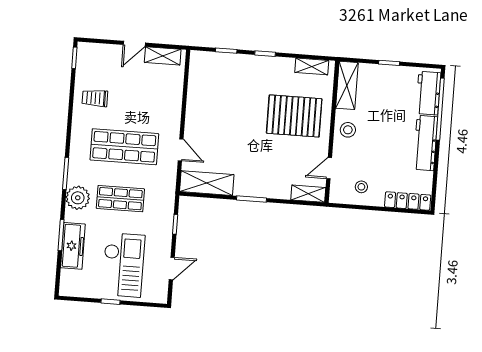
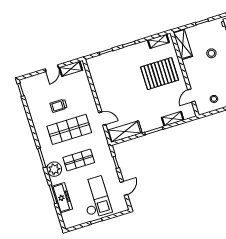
trolley: (95, 98) -> (59, 106), moved
stool: (348, 130) -> (211, 53), moved
shelving: (308, 194) -> (173, 119), moved

